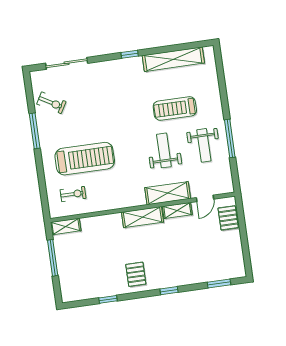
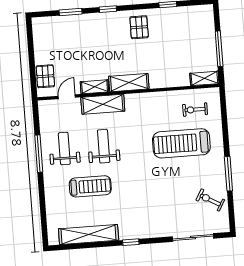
weight bench: (164, 150) -> (104, 146), turned 180
window: (219, 284) -> (71, 12), moved

